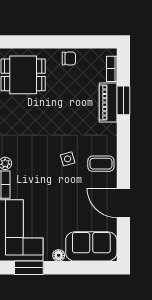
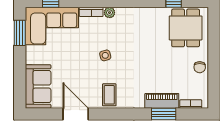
side table: (68, 159) -> (105, 55), moved
door: (123, 203) -> (76, 114), hinge flipped
floor lamp: (59, 255) -> (30, 58), removed

